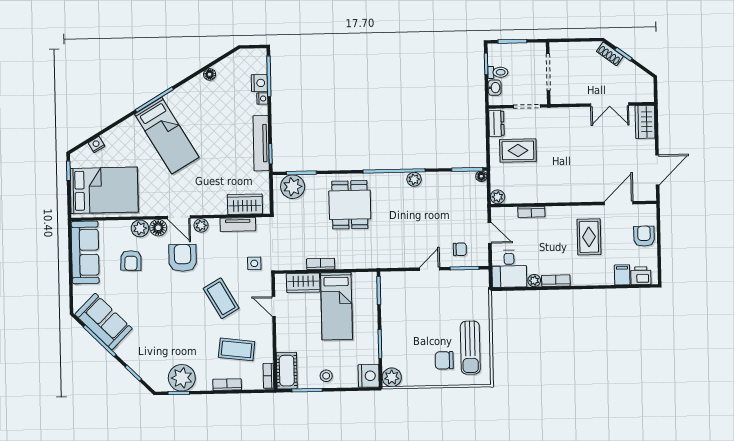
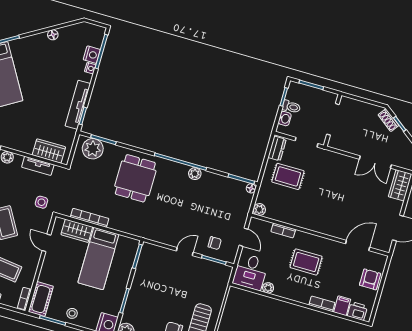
rug: (589, 237) -> (306, 262), moved, turned 90
bookcase: (321, 264) -> (90, 218), width x1.56
bookcase: (556, 281) -> (322, 304), moved

